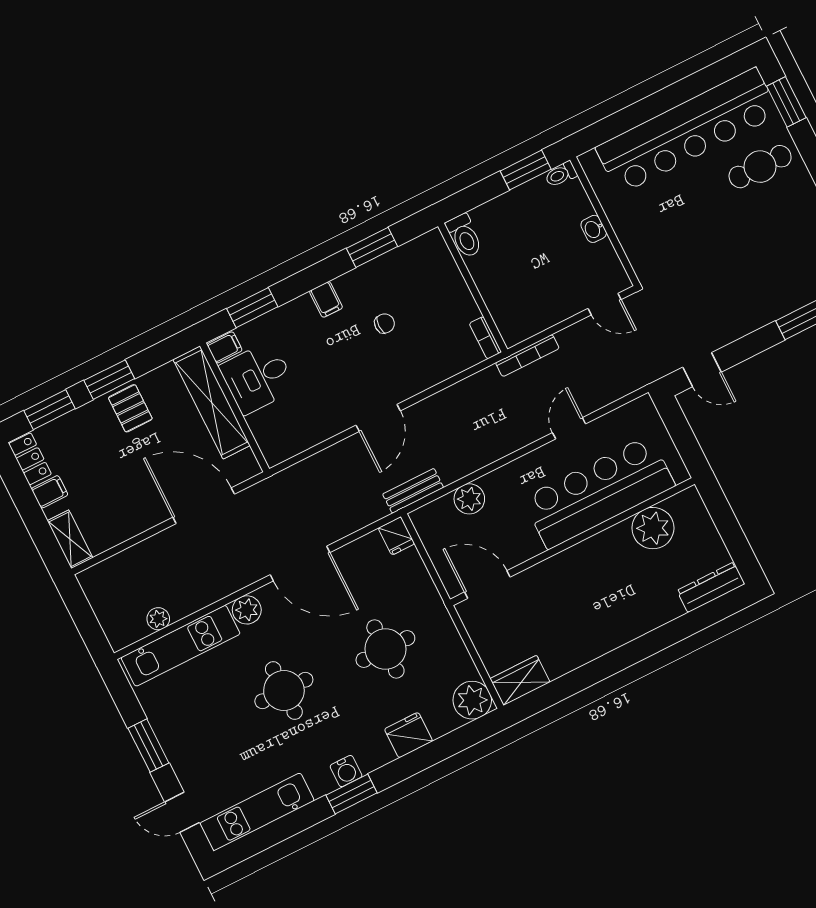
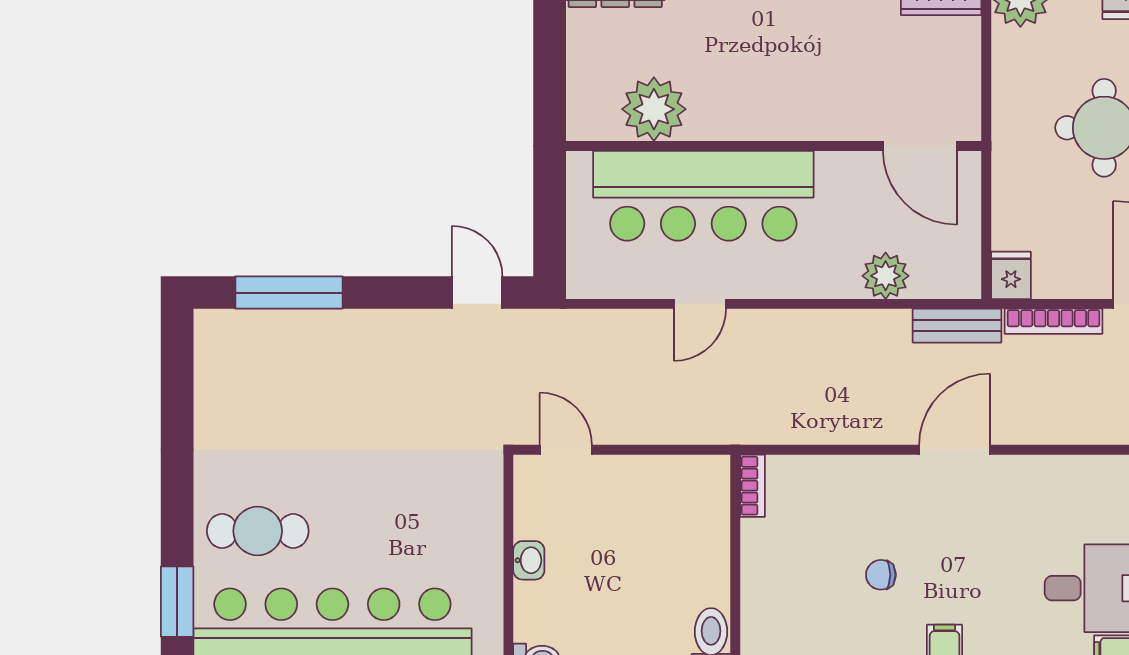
bookcase: (527, 356) -> (1054, 321), moved, turned 180

